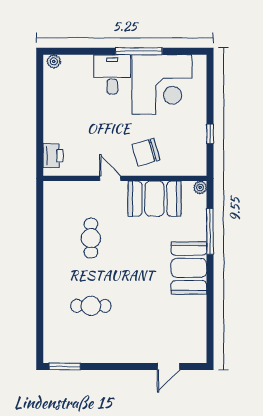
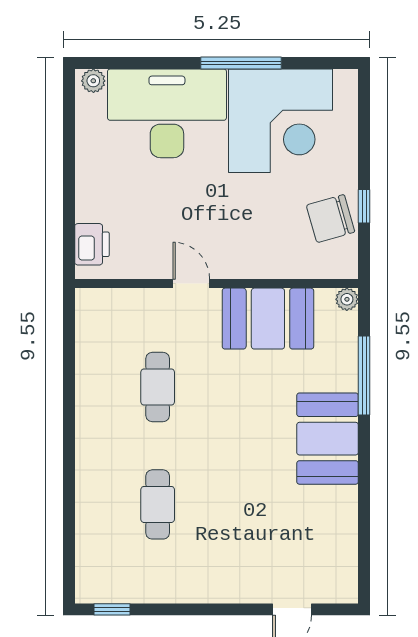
desk: (112, 74) -> (167, 113), width x1.87, depth x1.30
chair: (146, 152) -> (331, 219), moved
cafe table: (91, 306) -> (158, 504), turned 90
window: (65, 366) -> (112, 609), width x0.67

